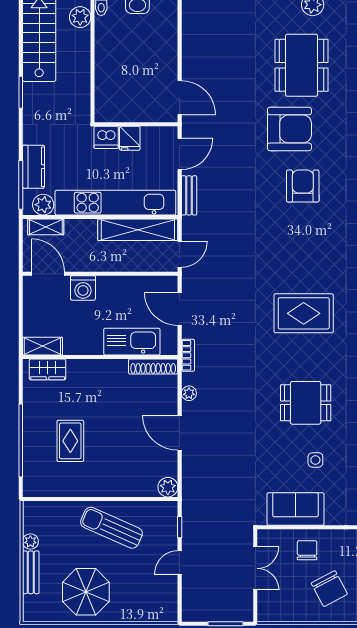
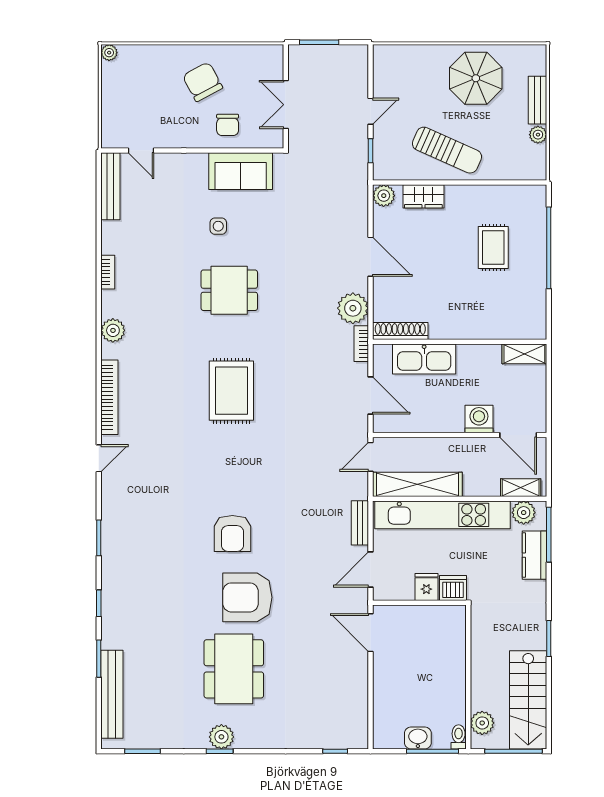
rug: (304, 313) -> (231, 391), turned 90
wardrobe: (48, 369) -> (423, 196), moved, turned 180
plant: (189, 393) -> (353, 308), width x1.87, depth x1.87

